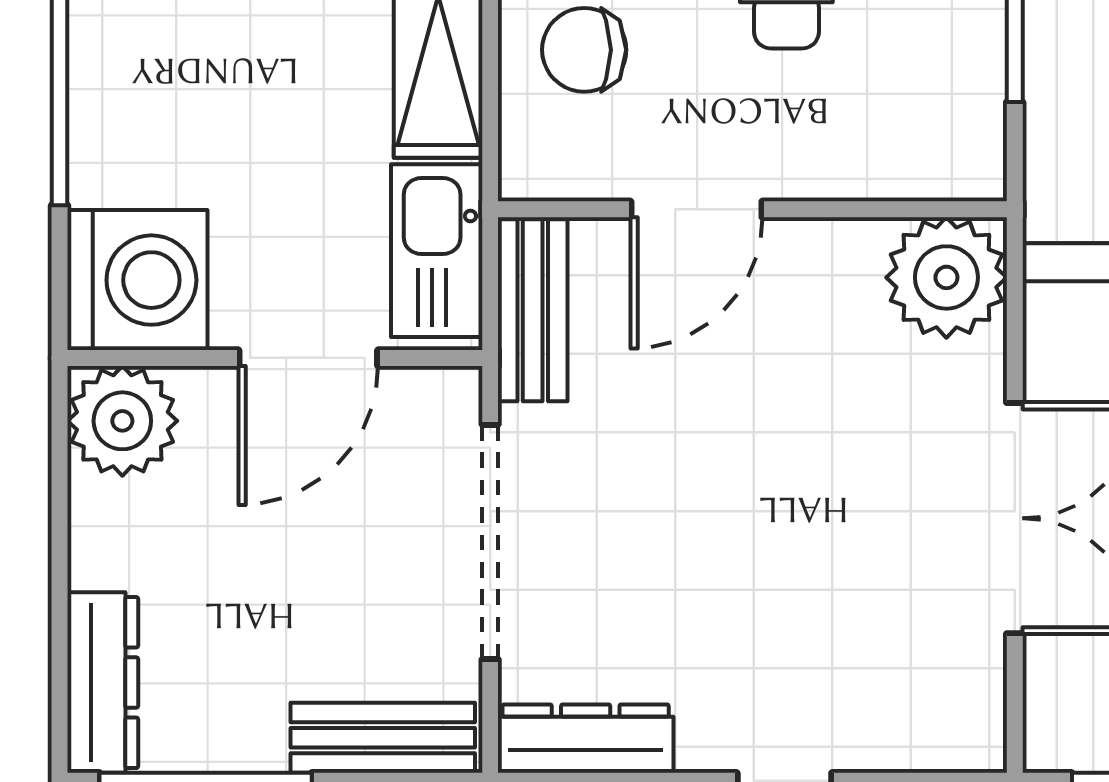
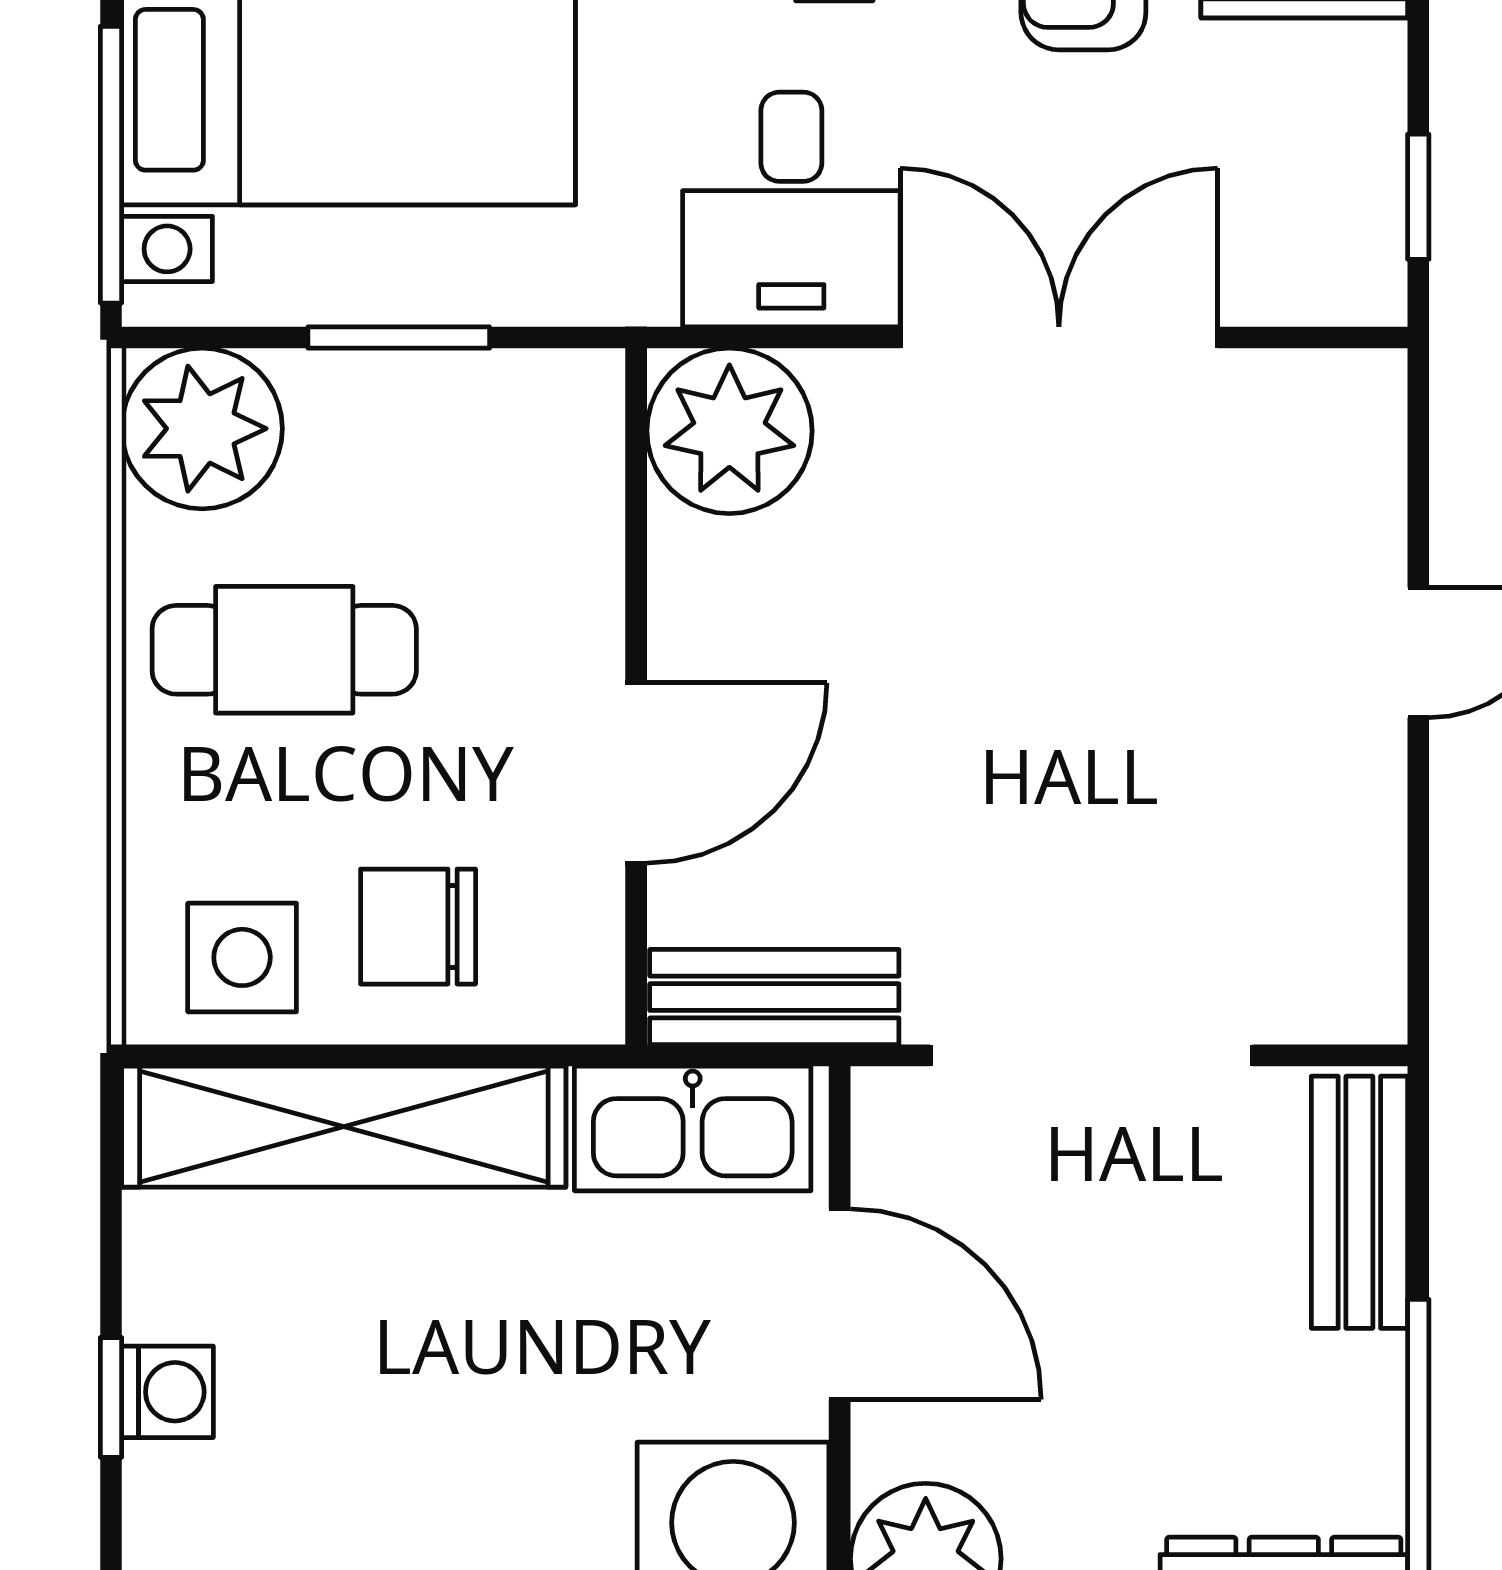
chair: (584, 50) -> (418, 927), turned 90
door: (696, 209) -> (636, 773), hinge flipped
dresser: (586, 739) -> (1361, 925), removed

